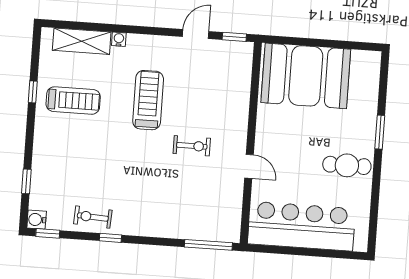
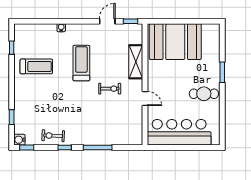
shelving: (82, 41) -> (136, 62), moved, turned 90
window: (33, 92) -> (12, 48), moved
window: (208, 245) -> (98, 148), moved

